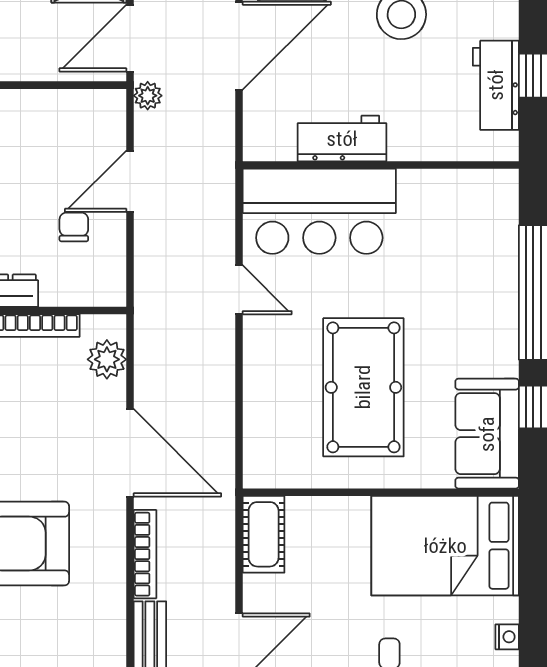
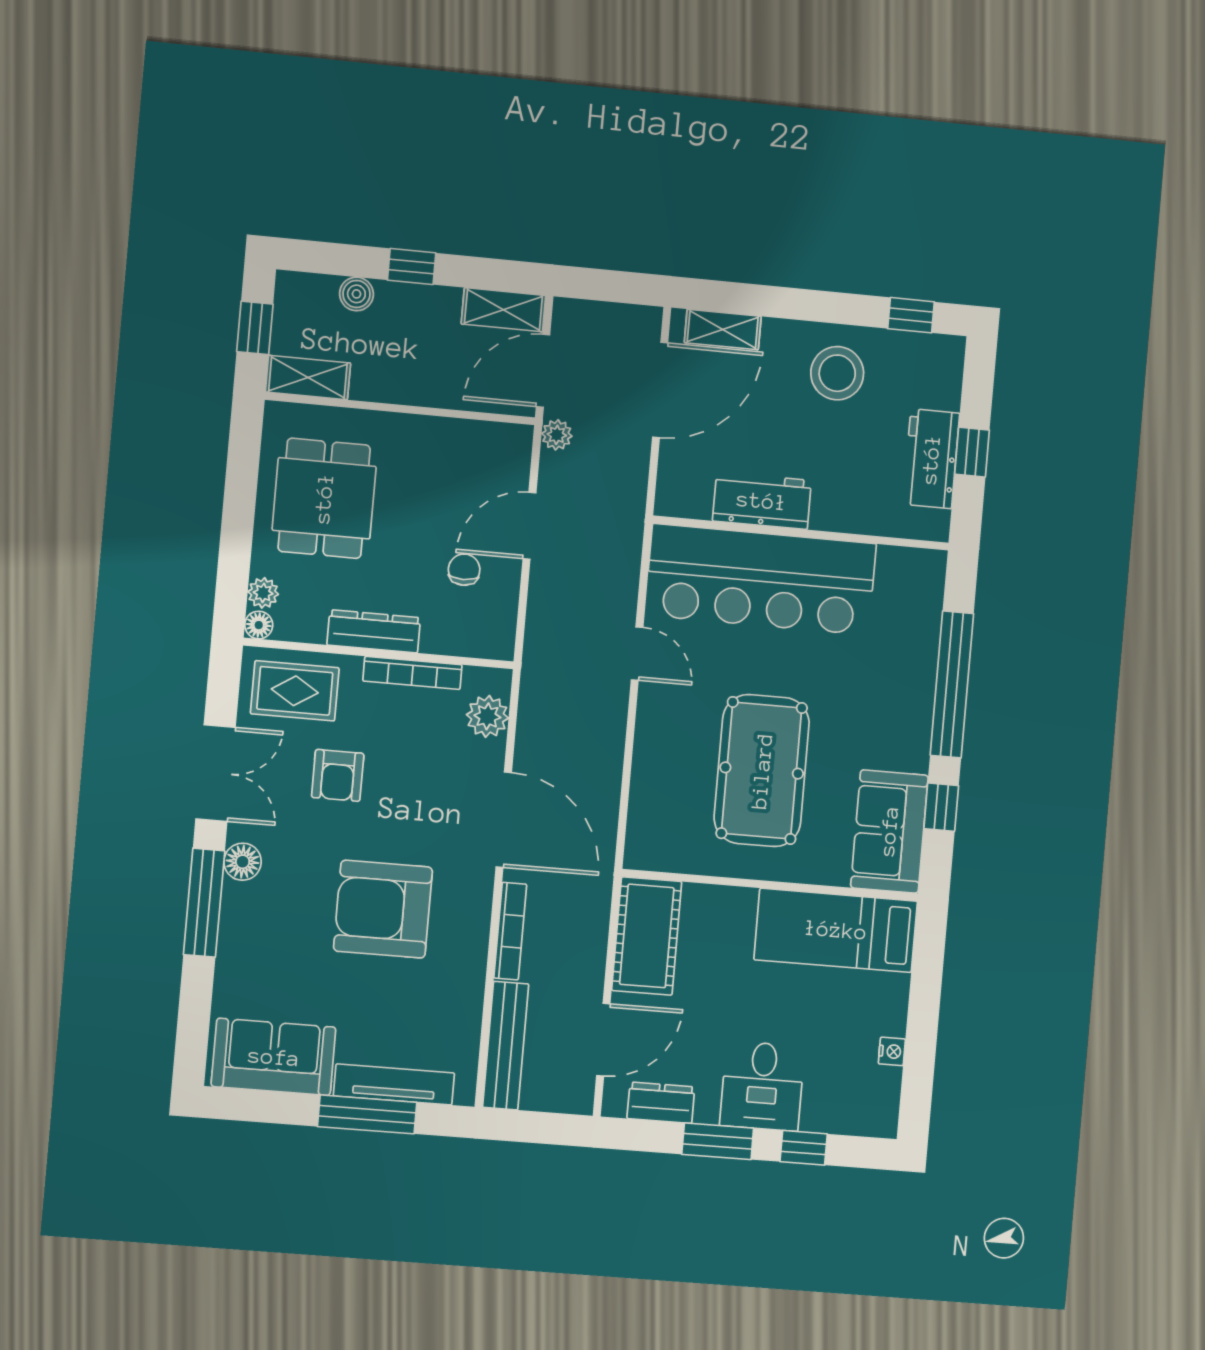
bar counter: (319, 211) -> (761, 579), width x1.36
cot: (264, 534) -> (647, 936), width x1.37, depth x1.34
bed: (445, 546) -> (836, 930), width x0.67

